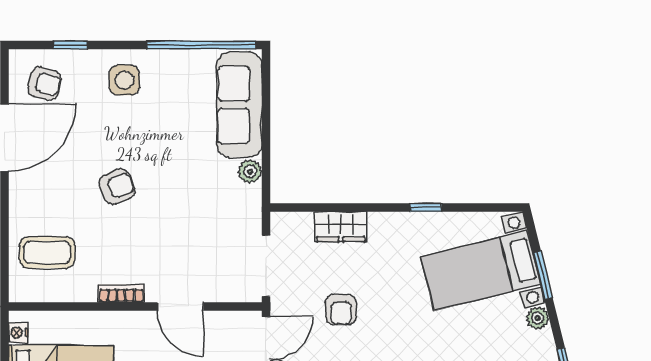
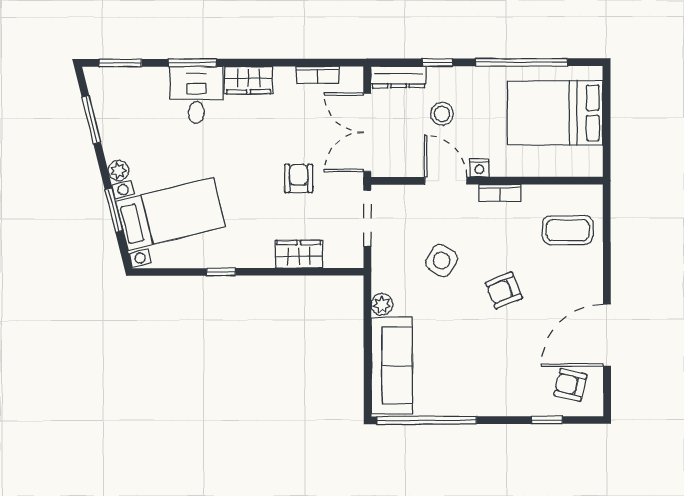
side table: (124, 80) -> (442, 261), moved, turned 33
nightstand: (18, 333) -> (479, 168), moved, turned 90

